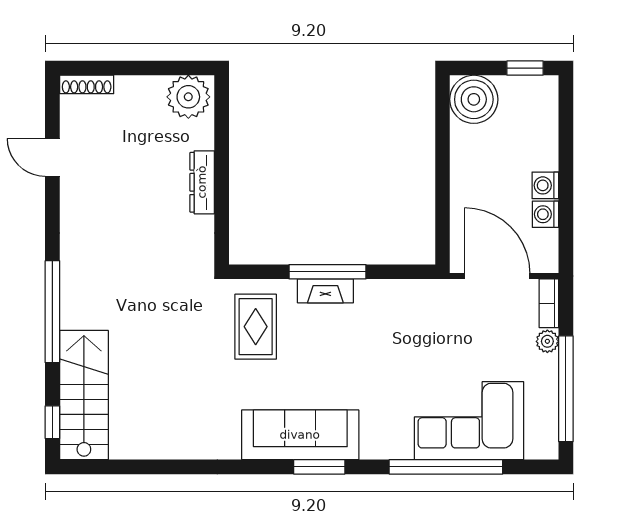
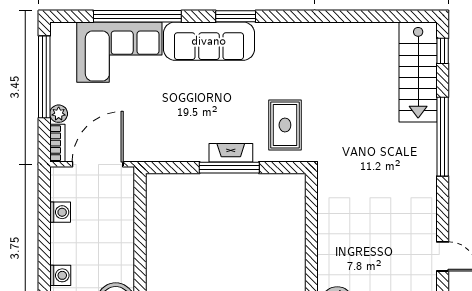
dresser: (202, 182) -> (326, 237), removed
washing machine: (545, 185) -> (60, 275), moved
door: (497, 276) -> (98, 164), swing flipped
sofa: (300, 435) -> (209, 41), moved

